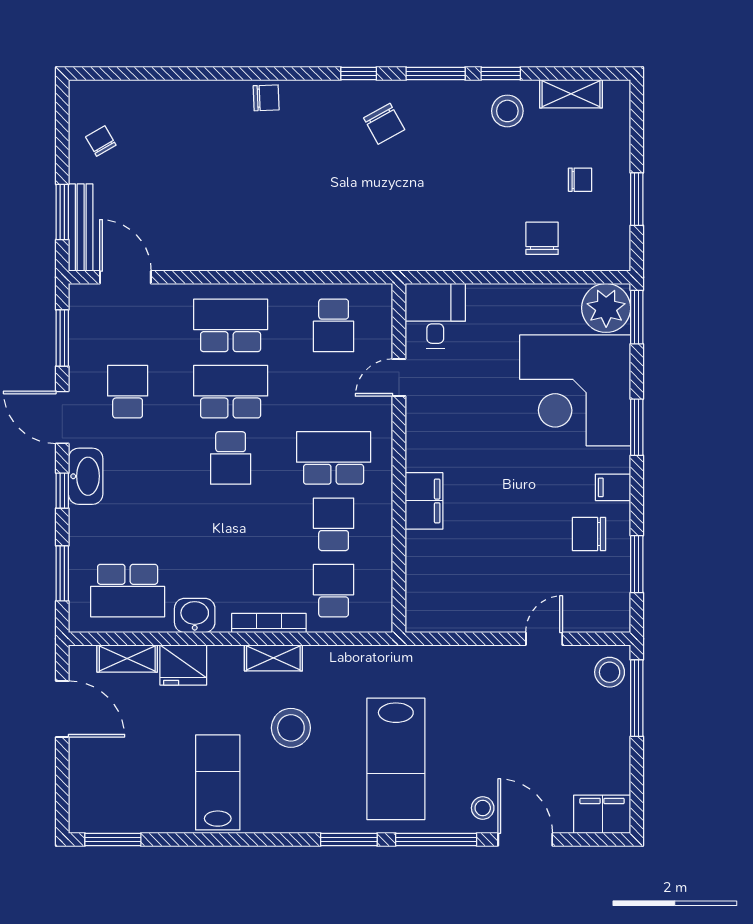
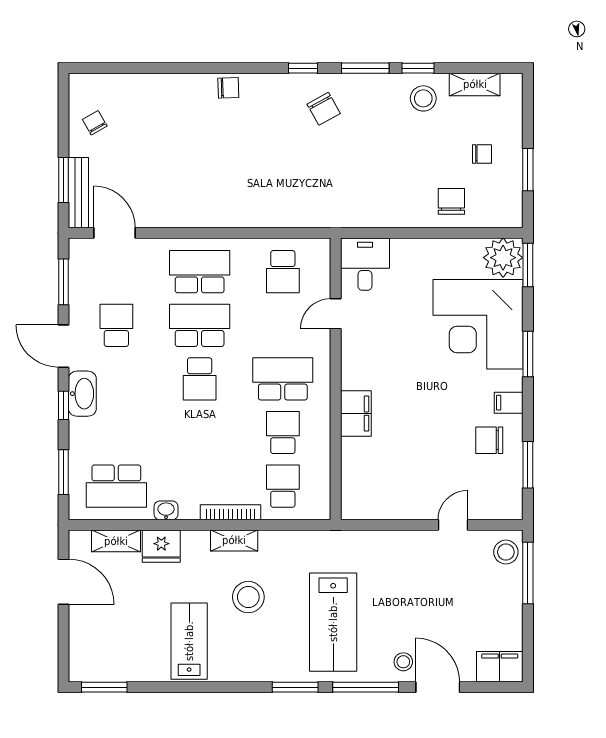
washbasin: (195, 615) -> (166, 510), width x0.72, depth x0.69

